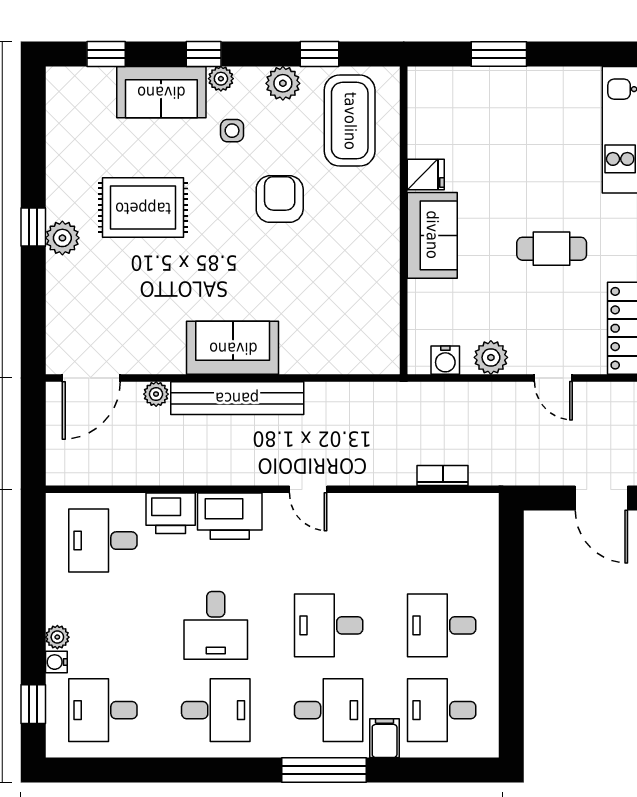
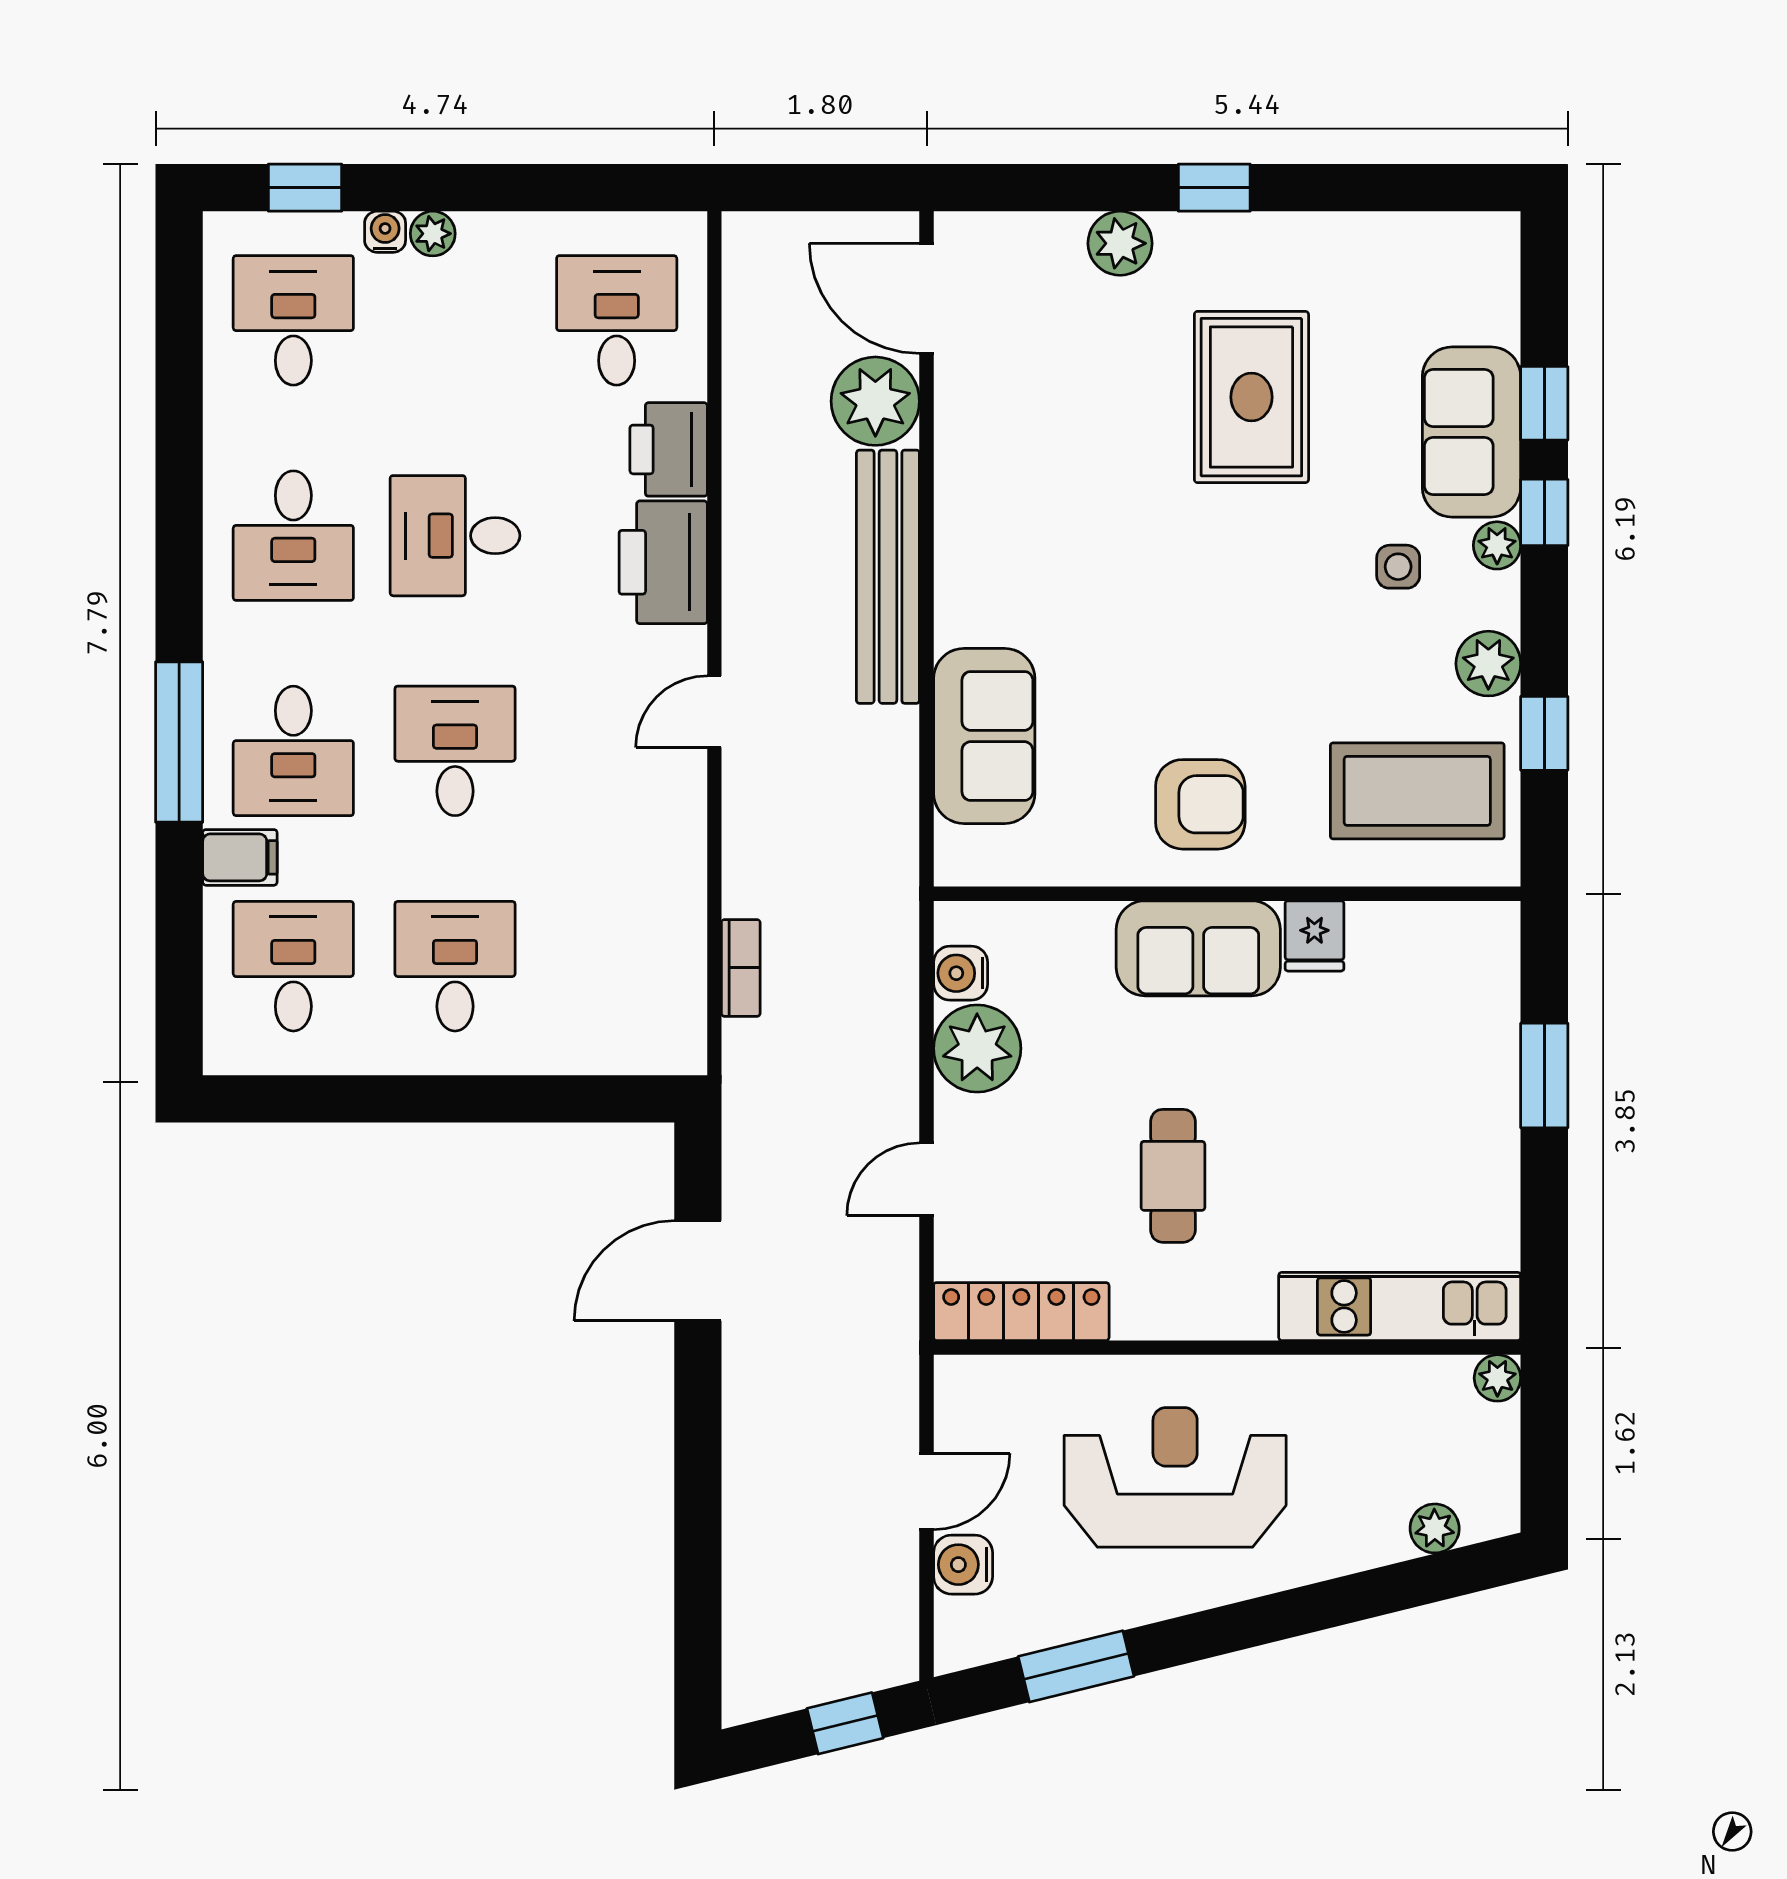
window: (106, 54) -> (1544, 403), moved
armchair: (280, 199) -> (1200, 804), moved
plant: (62, 238) -> (1120, 243), moved
sofa: (233, 348) -> (984, 736), moved
plant: (491, 357) -> (977, 1048), width x1.36, depth x1.36
plant: (156, 394) -> (875, 401), width x1.88, depth x1.88

